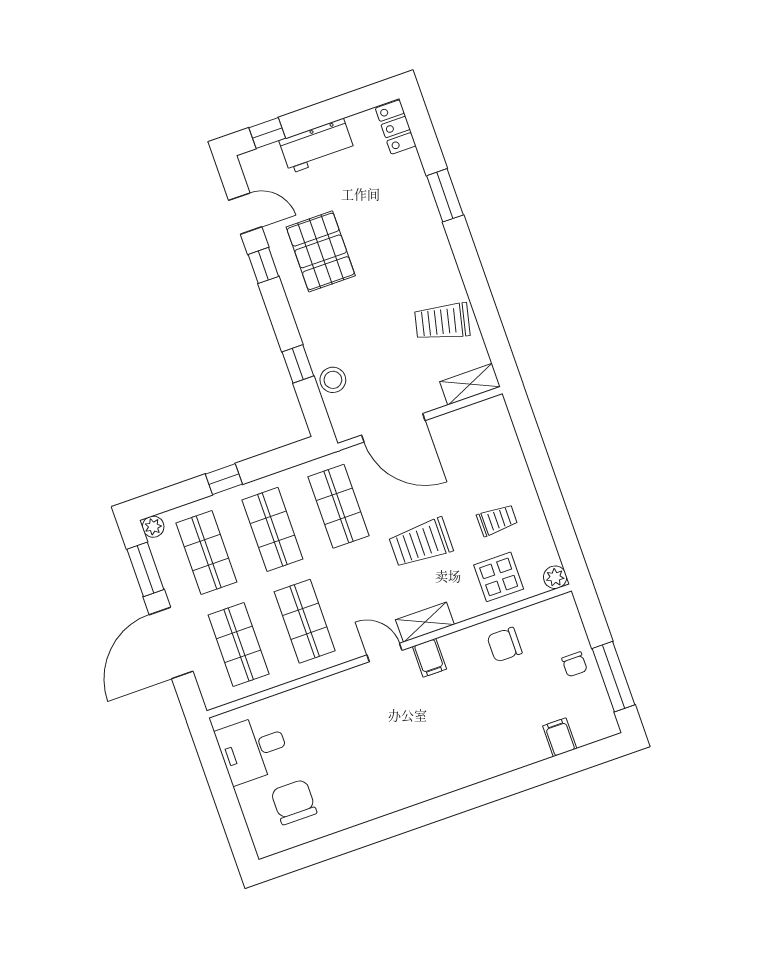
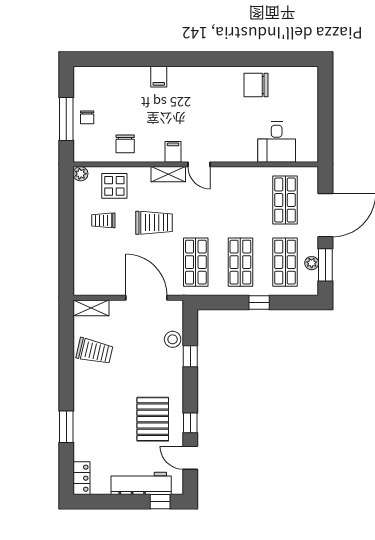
workbench: (317, 146) -> (141, 483), width x1.38
plant: (153, 527) -> (312, 263), moved
shop shelf: (305, 621) -> (240, 200), removed
chair: (505, 645) -> (125, 144), turned 90
chair: (574, 664) -> (87, 117), turned 180
window: (613, 677) -> (66, 119), moved
filing cabinet: (560, 737) -> (159, 77), moved
desk: (253, 749) -> (277, 142), moved, turned 90
chair: (294, 802) -> (256, 85), moved, turned 90

